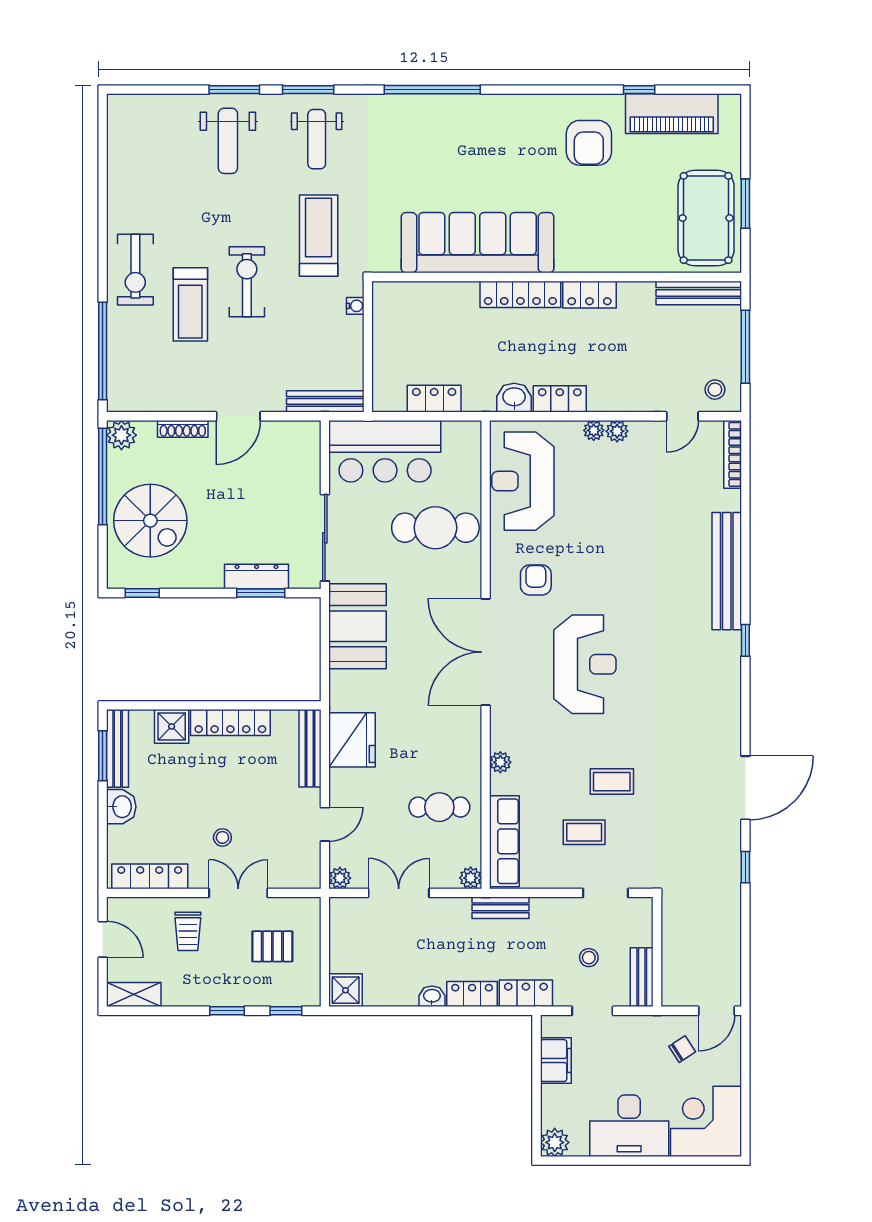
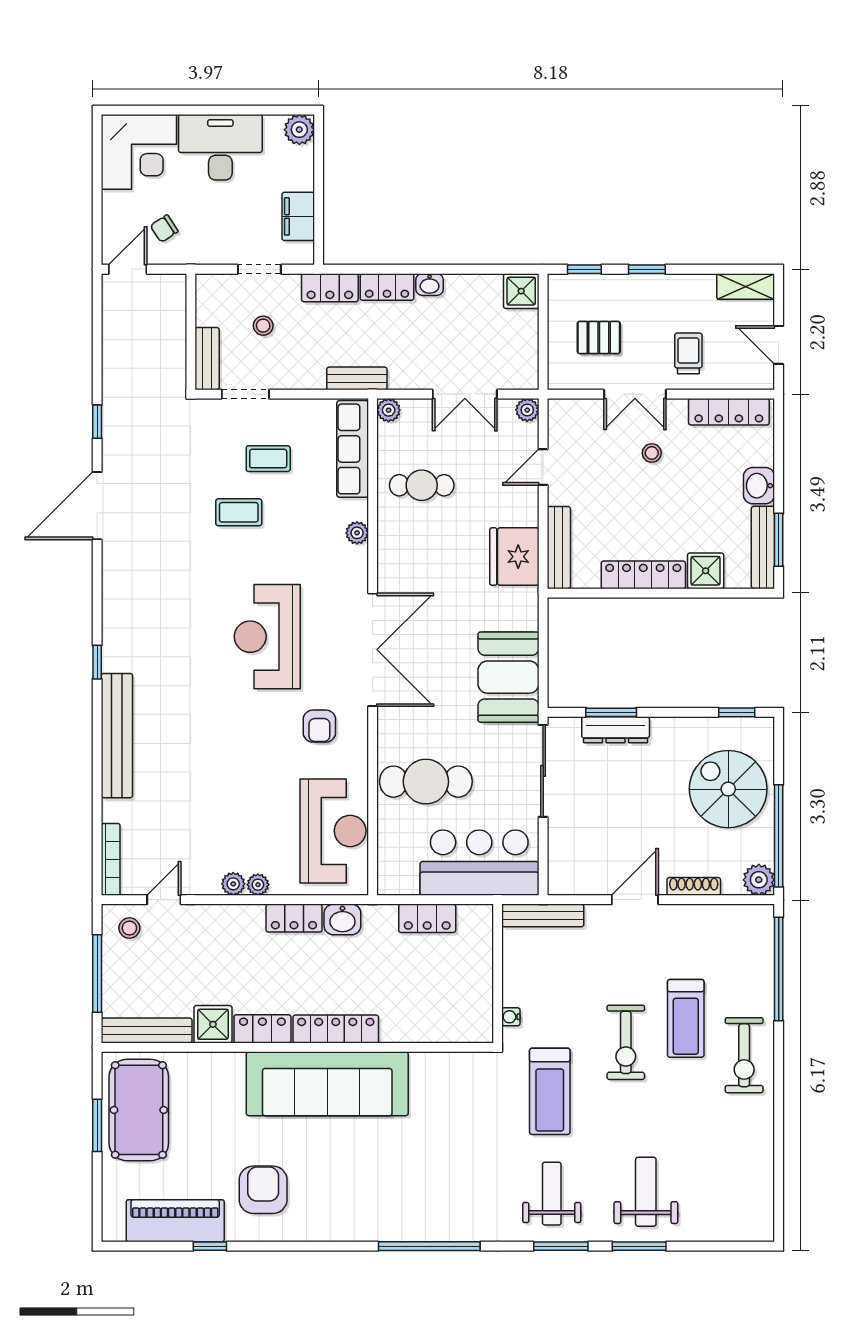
sofa: (478, 243) -> (327, 1084), moved
exercise bike: (135, 270) -> (744, 1055), turned 180
shower: (636, 299) -> (213, 1024), added
treadmill: (190, 304) -> (686, 1018), turned 180
bench: (642, 977) -> (207, 359), moved

